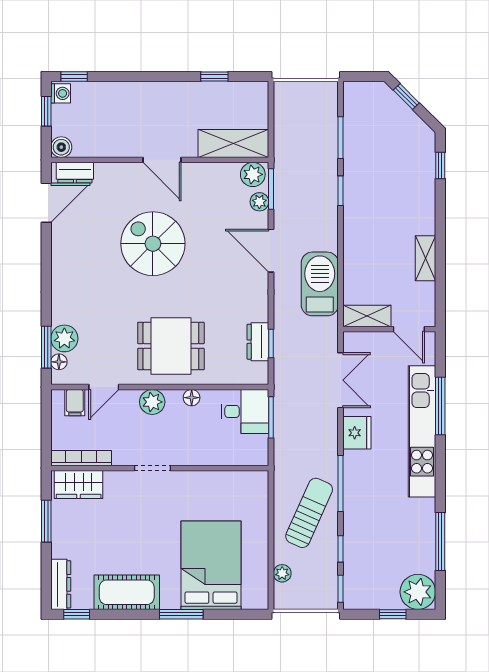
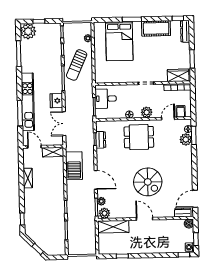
desk: (245, 411) -> (106, 99), moved

